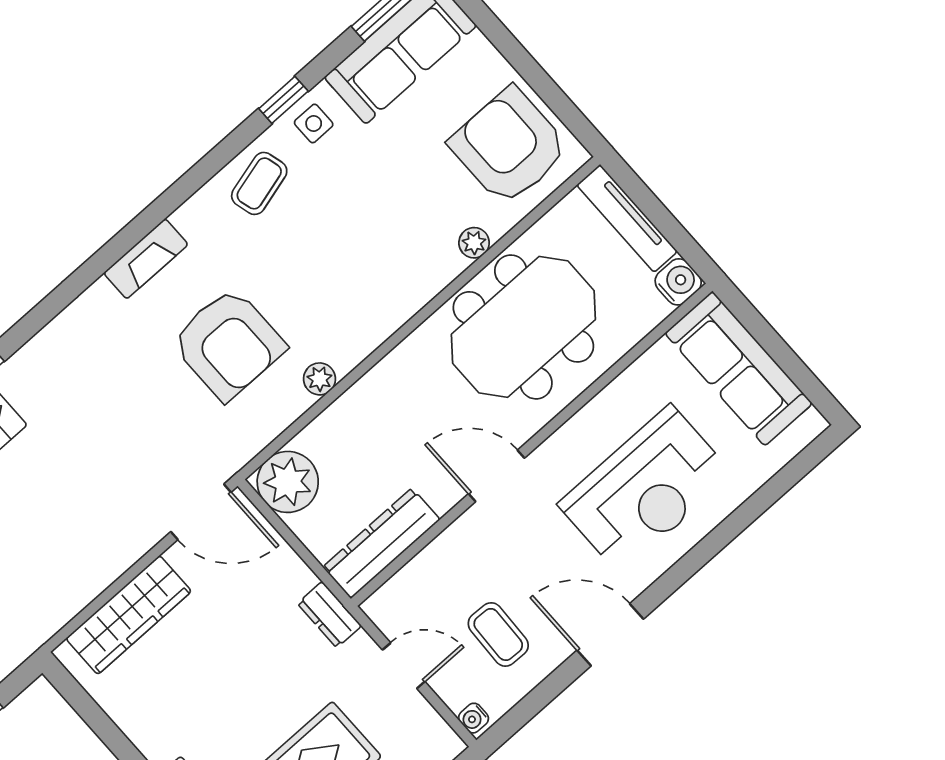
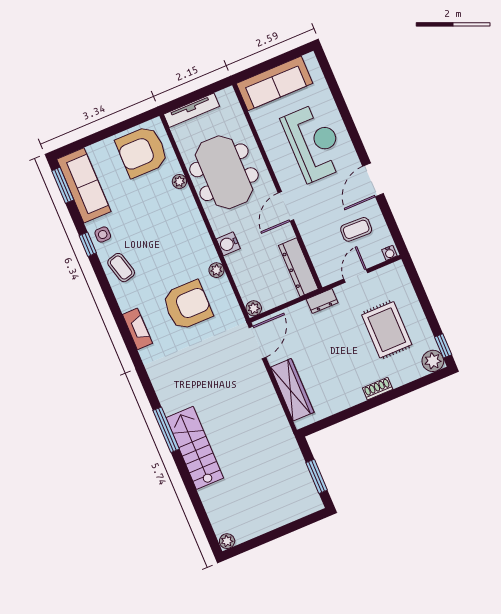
water cooler: (678, 282) -> (228, 244), moved, turned -90
plant: (288, 482) -> (254, 308), width x0.53, depth x0.53

